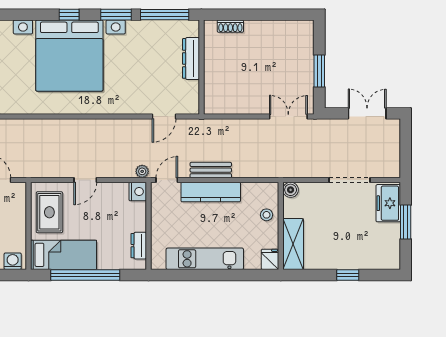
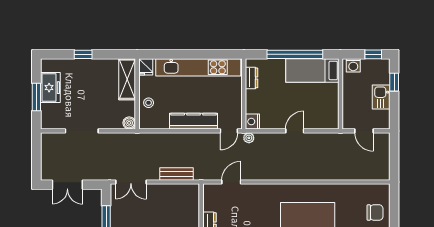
bench: (211, 170) -> (176, 174), moved
freezer: (388, 203) -> (50, 88), moved
rug: (49, 212) -> (324, 105), removed
kitchen unit: (205, 259) -> (198, 67), width x1.36

